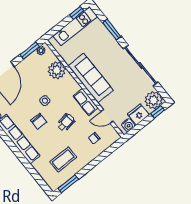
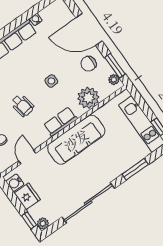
plant: (154, 100) -> (43, 224), width x0.53, depth x0.53
row of seats: (86, 102) -> (60, 122), moved
chair: (39, 121) -> (88, 64), moved

